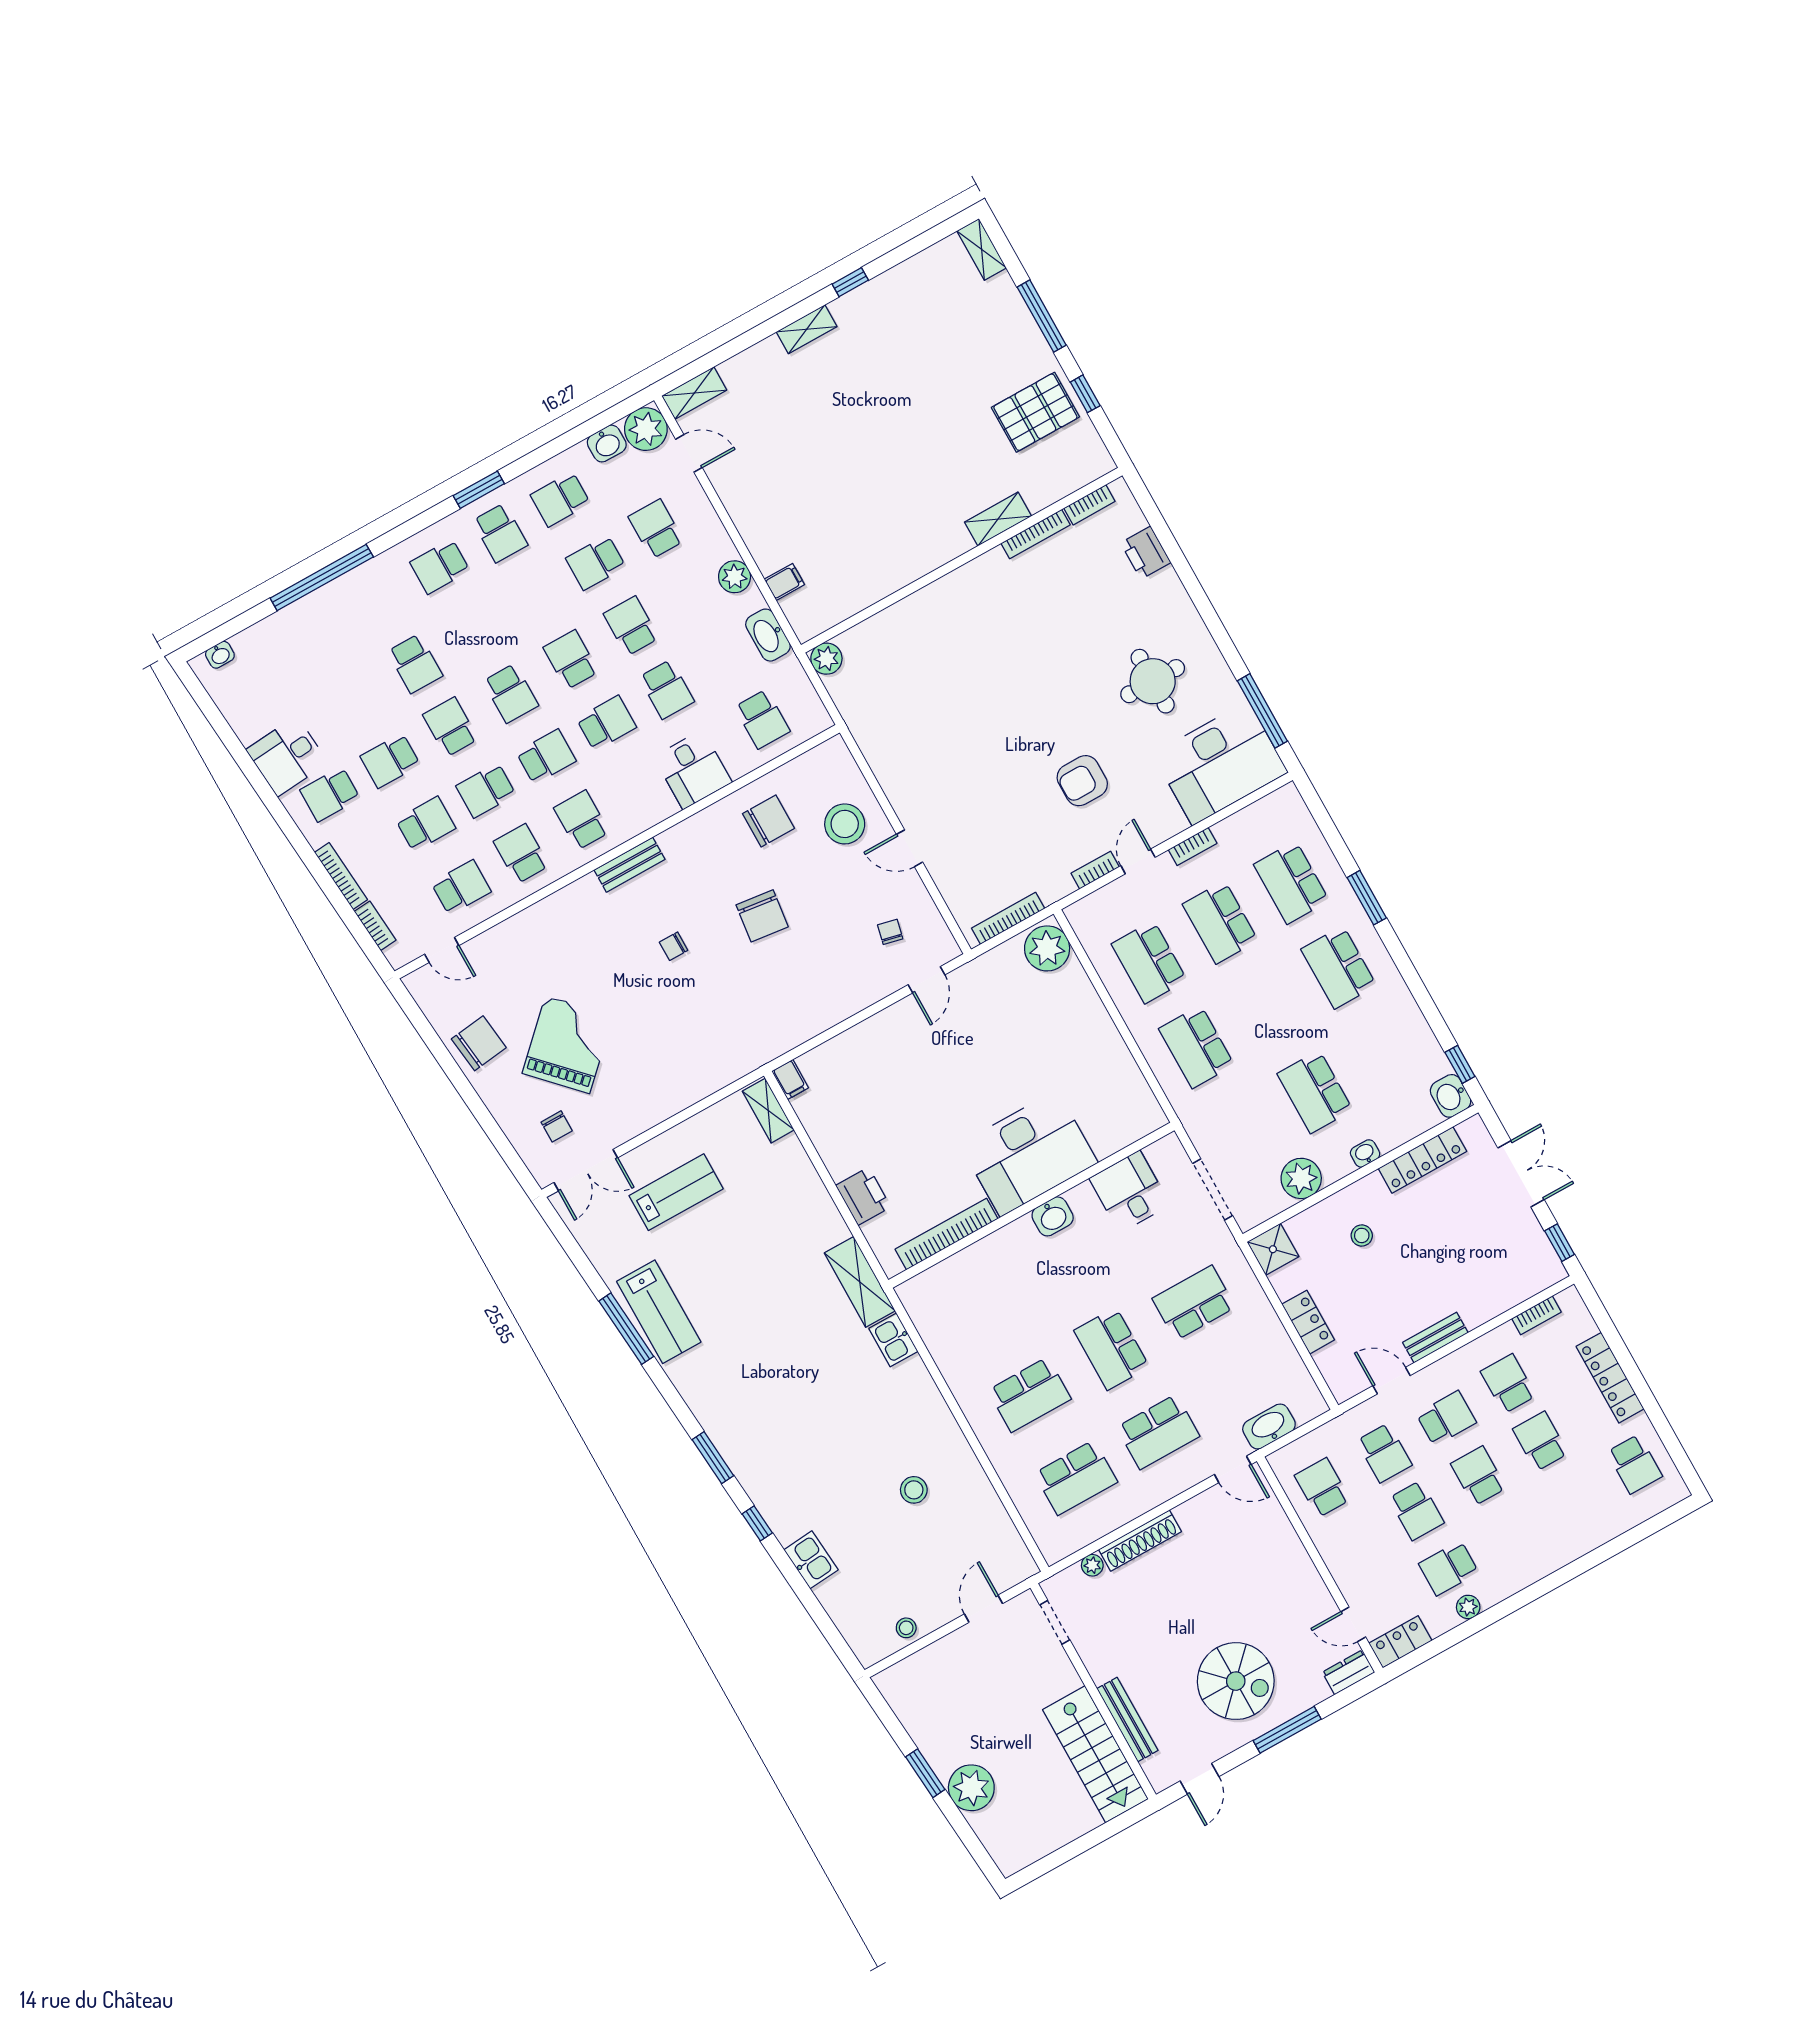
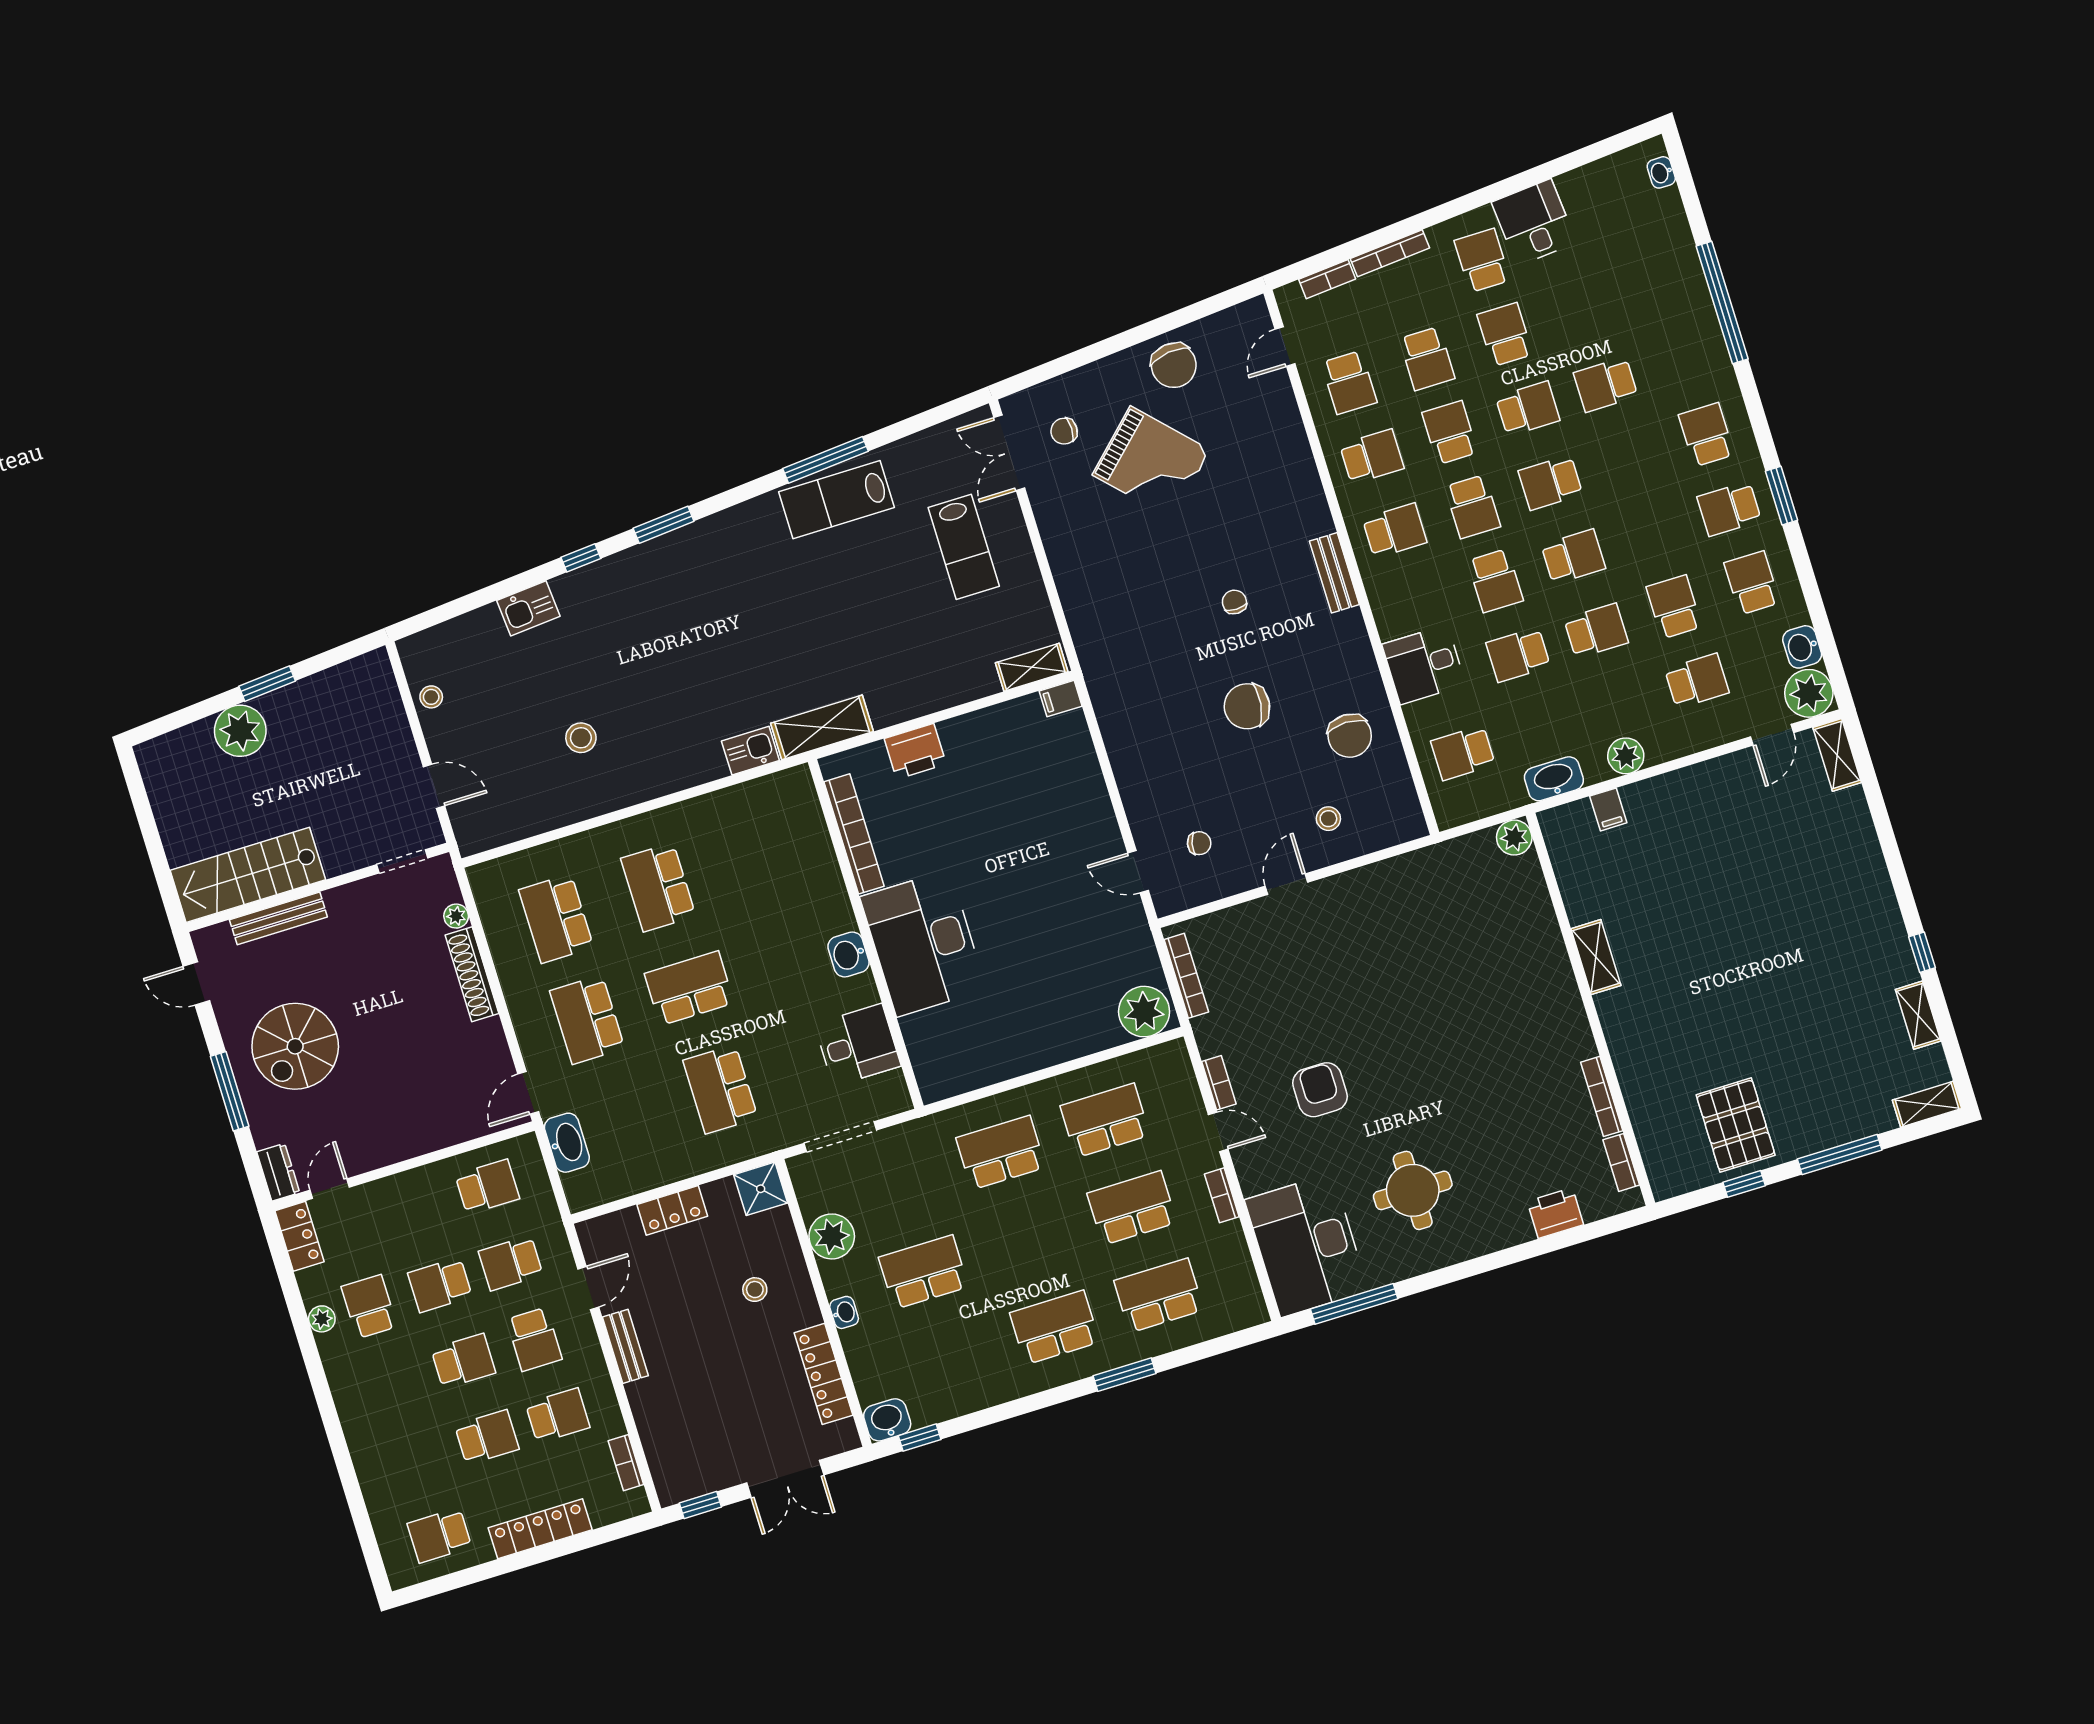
shelving: (807, 329) -> (1918, 1015), moved
shelving: (998, 519) -> (1596, 957), moved
stool: (845, 824) -> (1328, 819), width x0.53, depth x0.53
school desk: (1194, 1303) -> (720, 1089), turned 180

